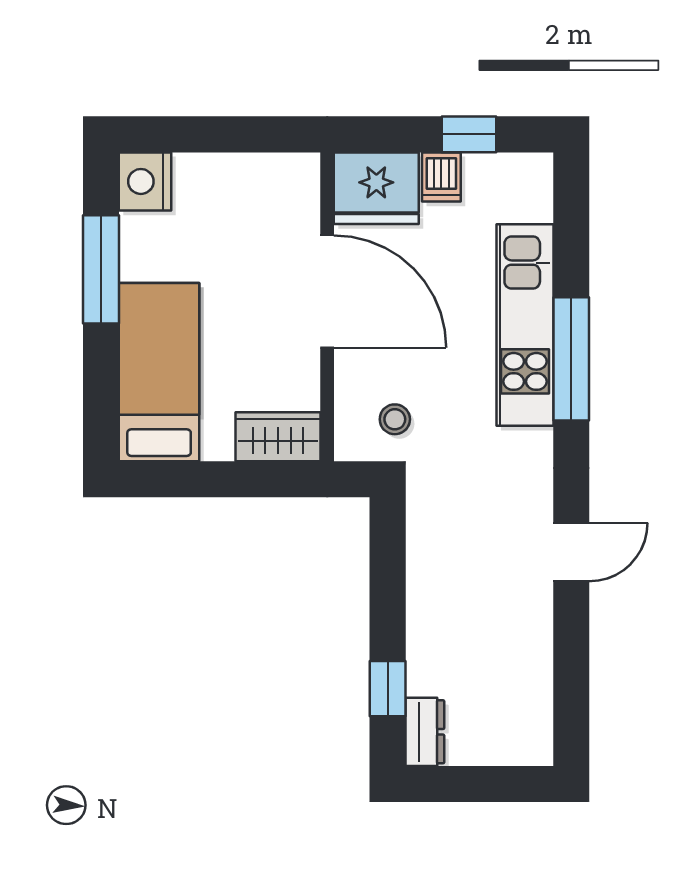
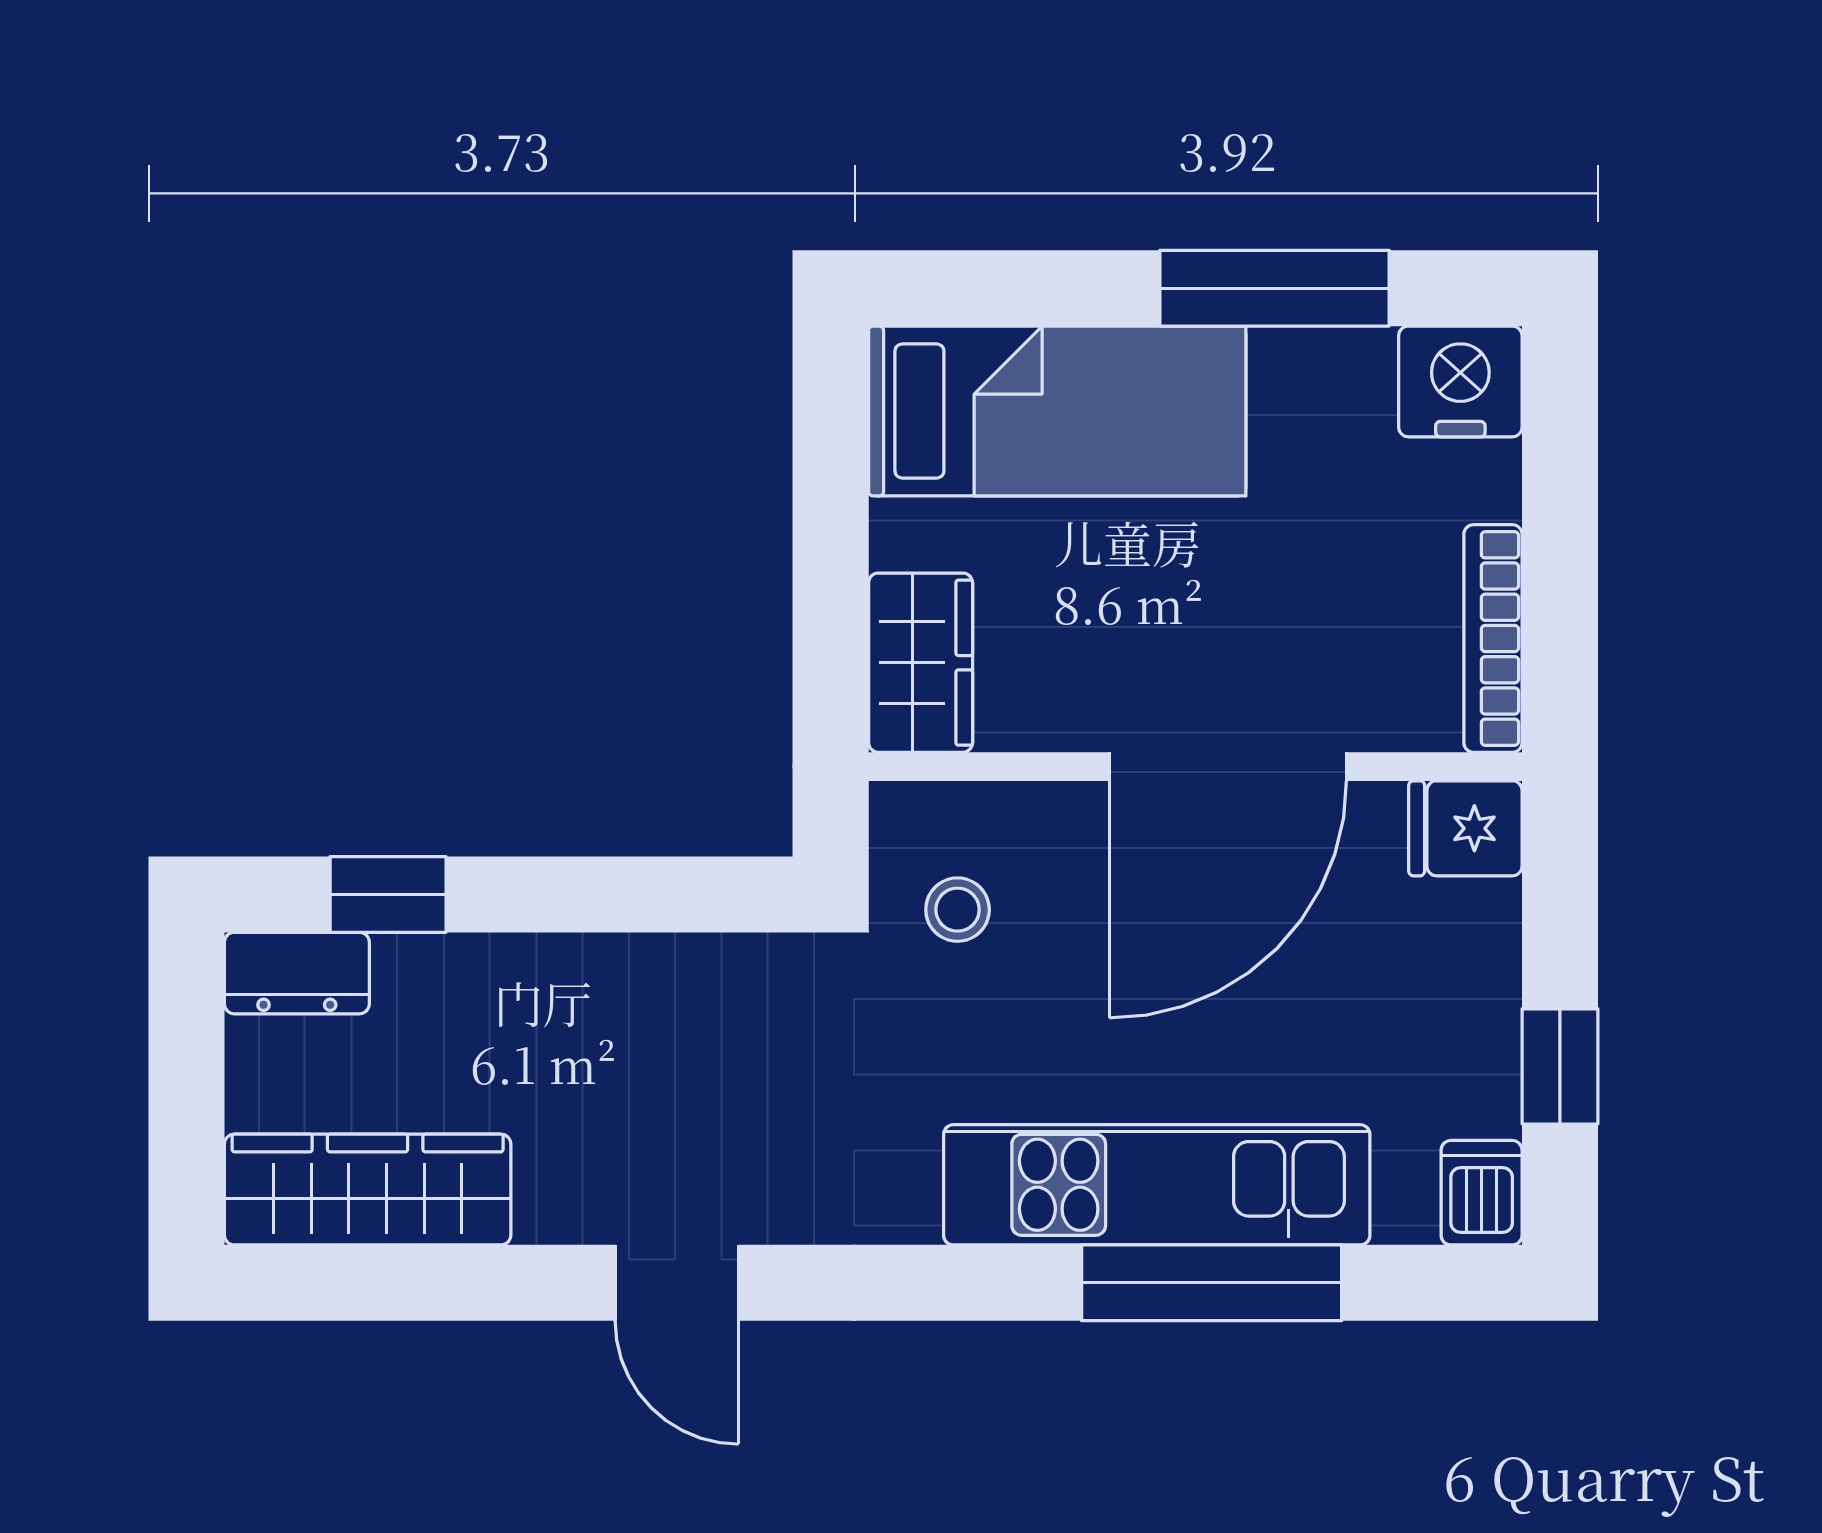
bookcase: (267, 166) -> (1493, 638), added
dishwasher: (441, 177) -> (1482, 1193), moved, turned 90
fridge: (376, 188) -> (1465, 828), width x0.53, depth x0.75
window: (571, 359) -> (1212, 1283), moved
wardrobe: (527, 698) -> (368, 1190), added

